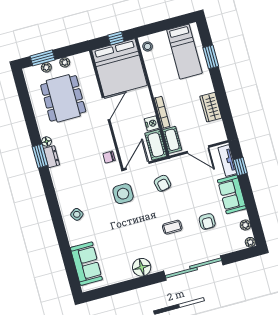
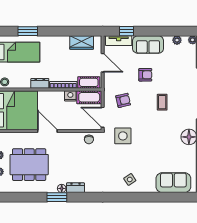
dresser: (156, 86) -> (40, 83), added
wardrobe: (211, 107) -> (82, 42), moved
door: (198, 149) -> (103, 63), hinge flipped
window: (40, 156) -> (57, 197), moved
armchair: (207, 221) -> (145, 75), moved

